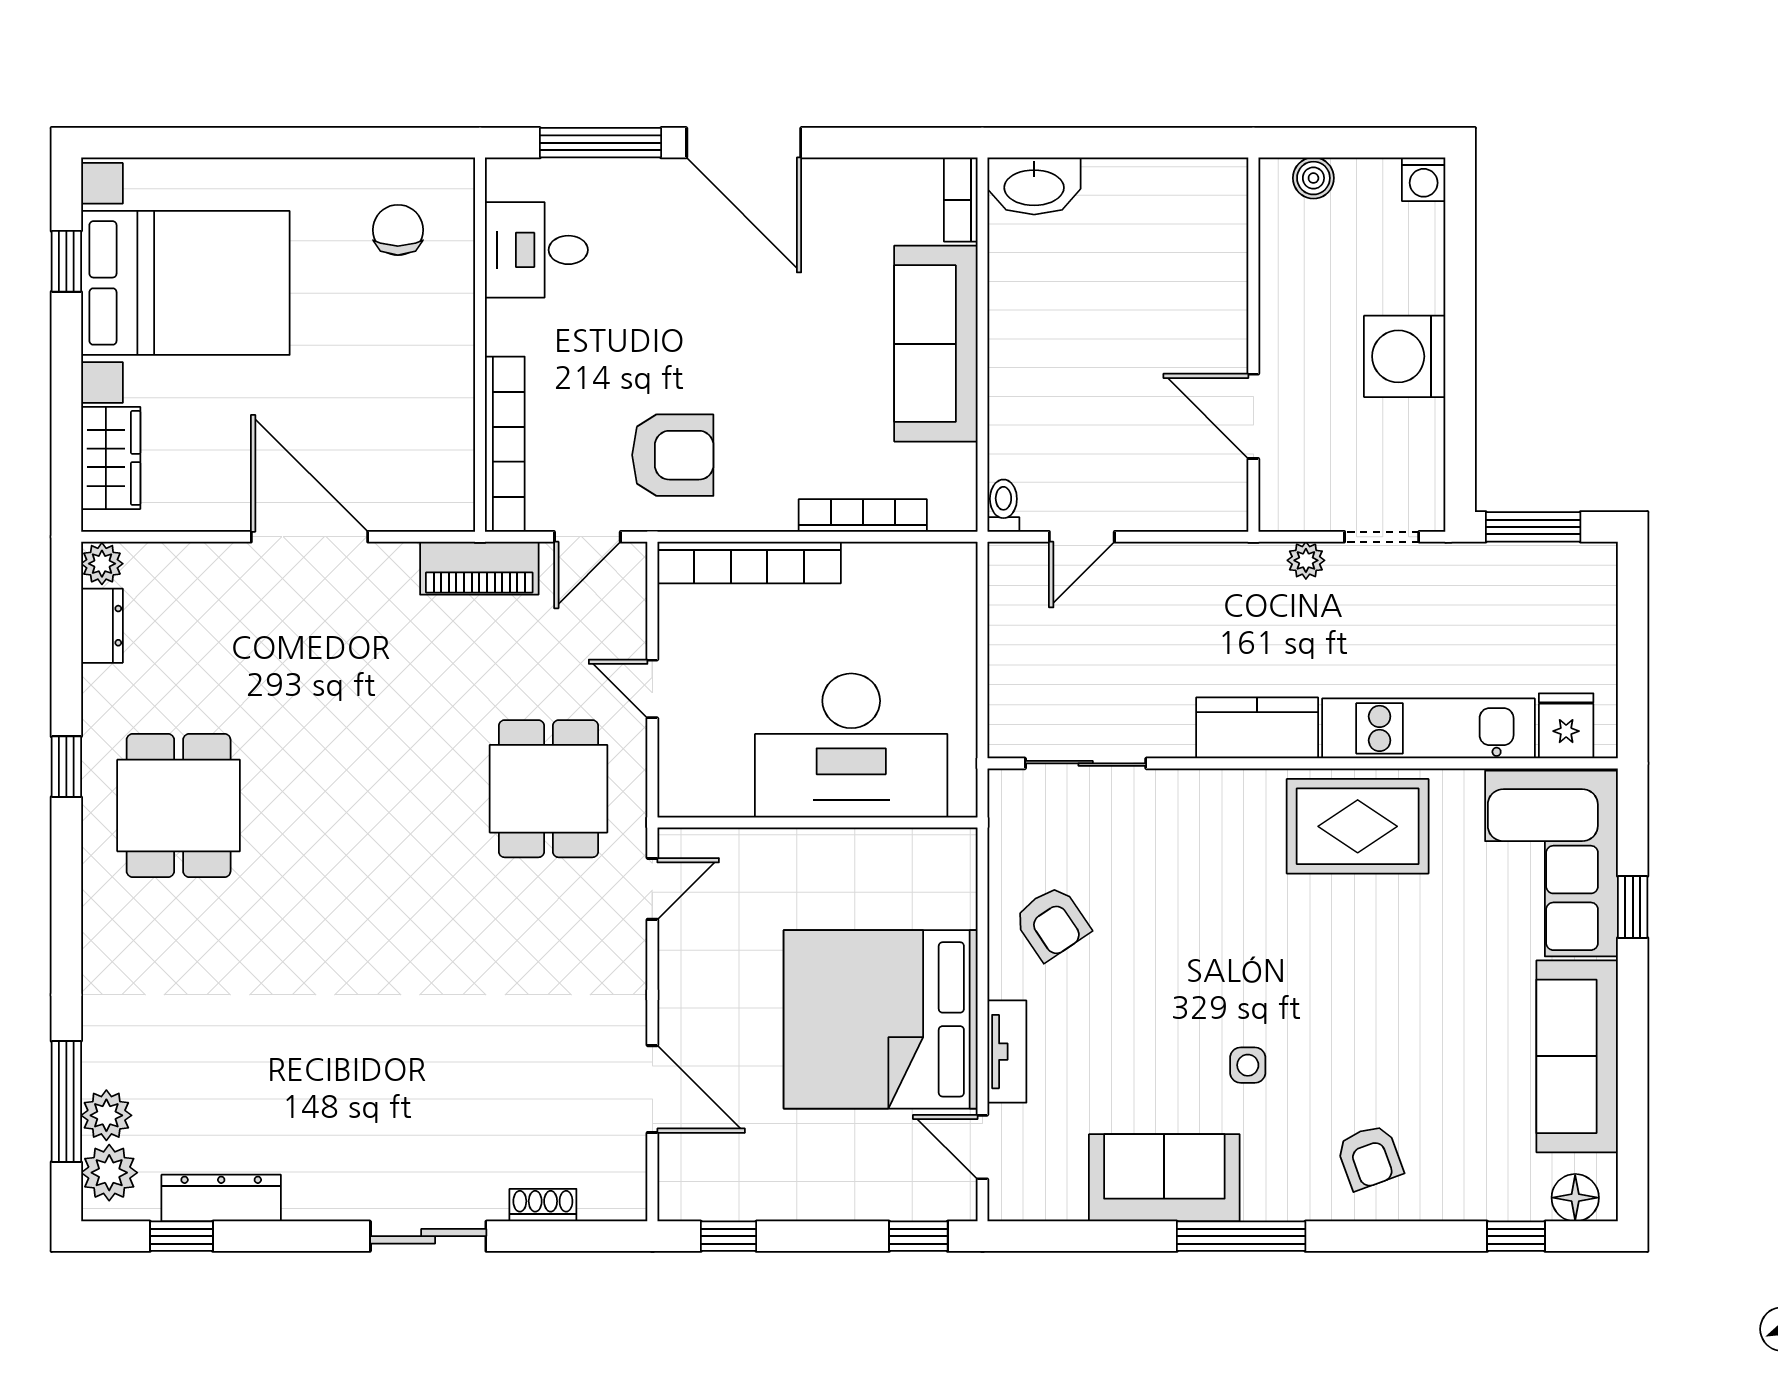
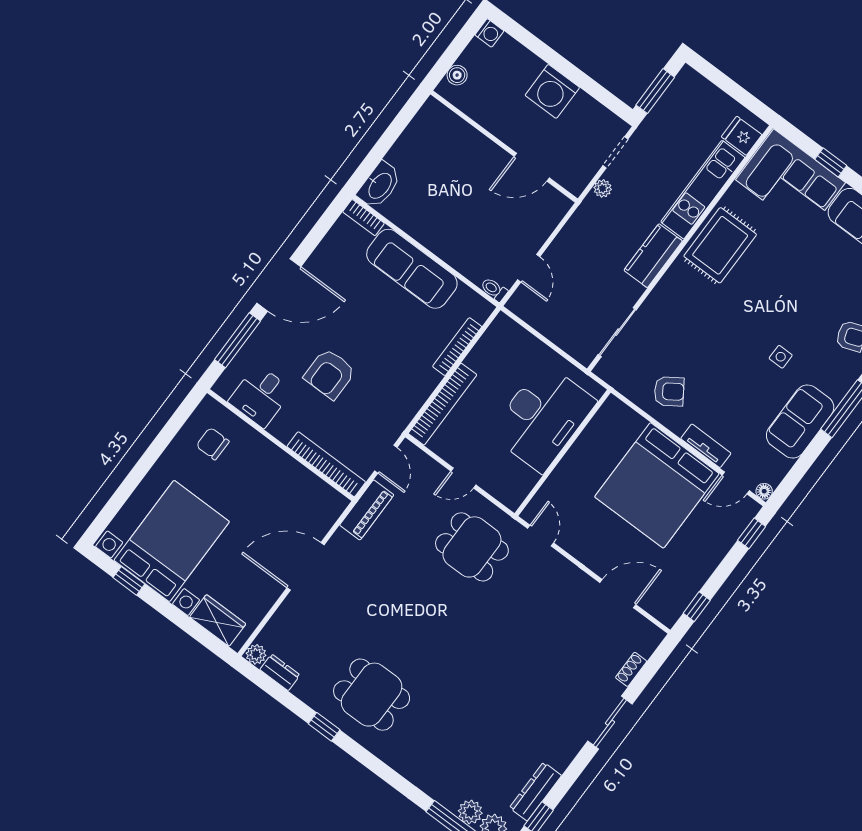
armchair: (673, 455) -> (330, 374), moved, turned 180
floor lamp: (1004, 1205) -> (764, 491), added

